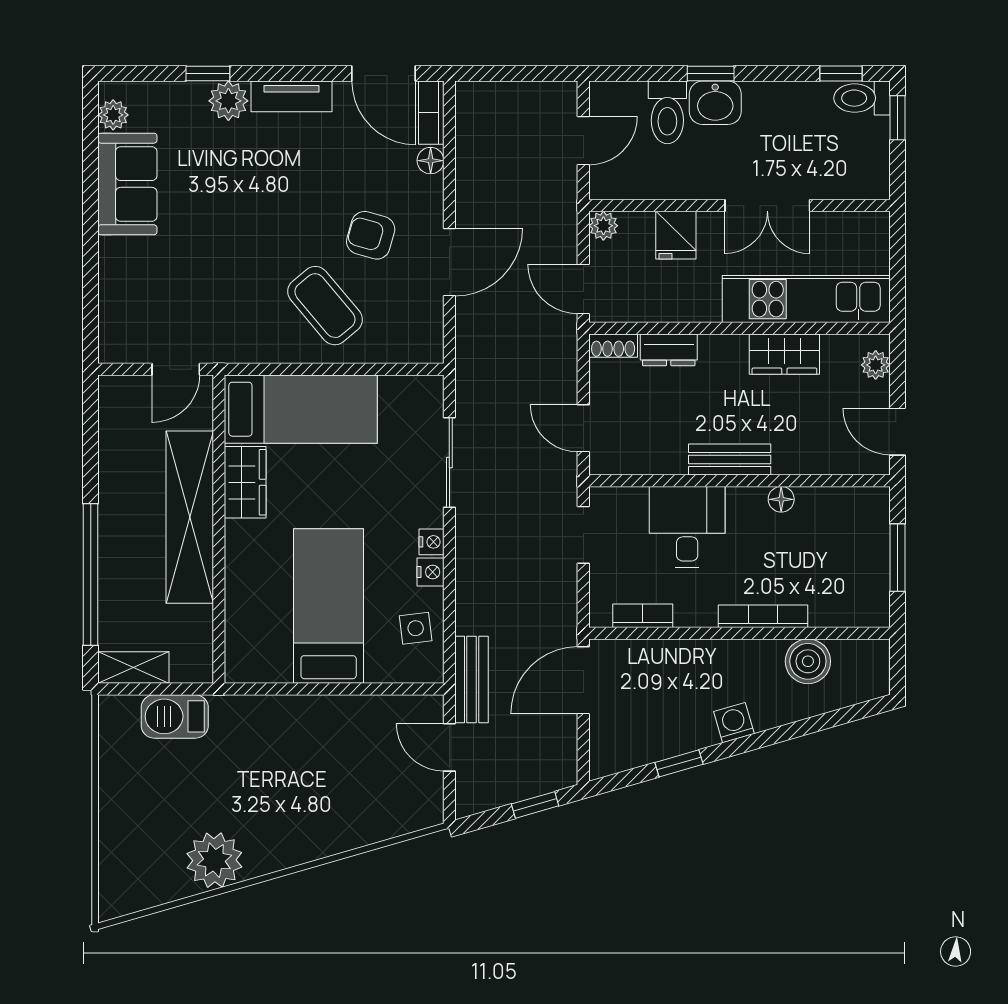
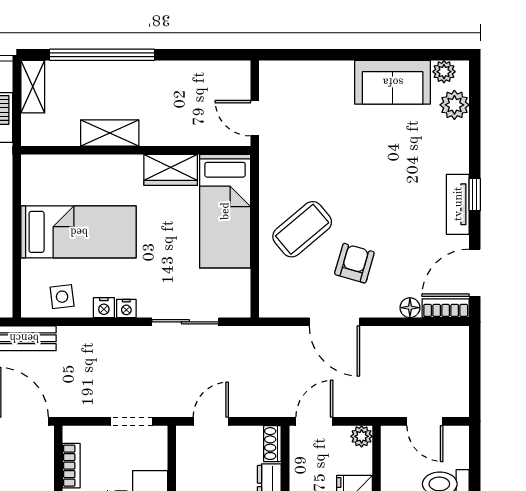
window: (208, 74) -> (475, 194), moved
plant: (228, 101) -> (454, 105), moved
shelving: (190, 517) -> (110, 133), width x0.45, depth x0.75

